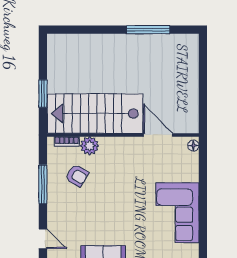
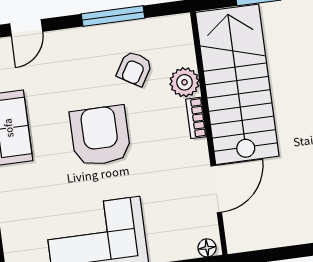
bookcase: (67, 142) -> (196, 118), moved
armchair: (116, 202) -> (100, 136), added

